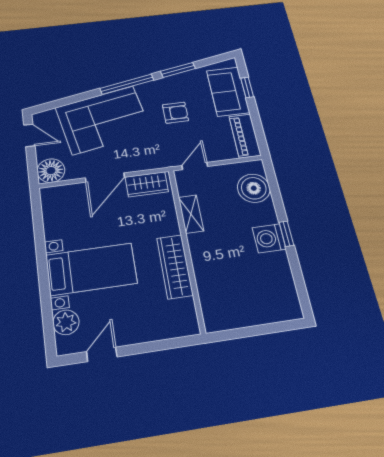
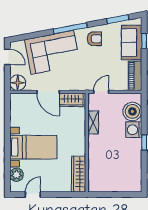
window: (178, 70) -> (118, 19), moved
armchair: (175, 113) -> (94, 39), moved
door: (105, 178) -> (48, 92), hinge flipped
washing machine: (269, 238) -> (134, 130), moved
wardrobe: (175, 266) -> (79, 174), moved

